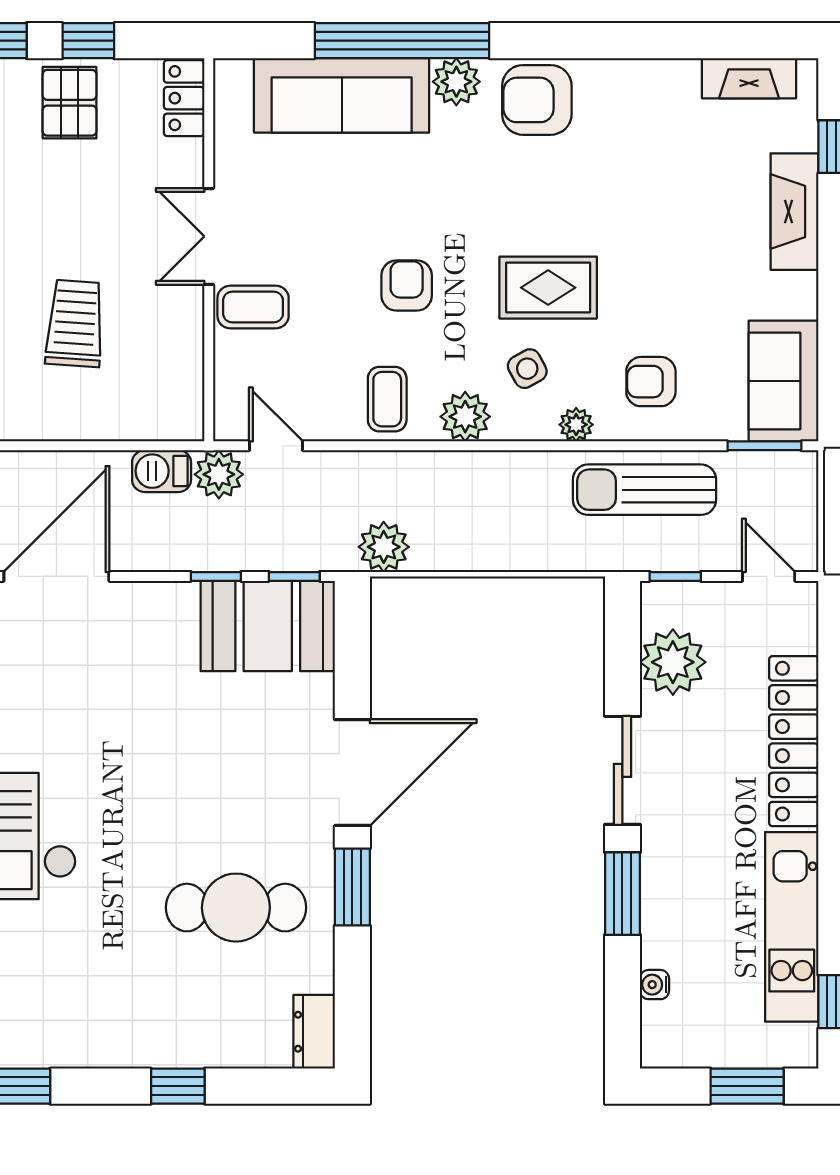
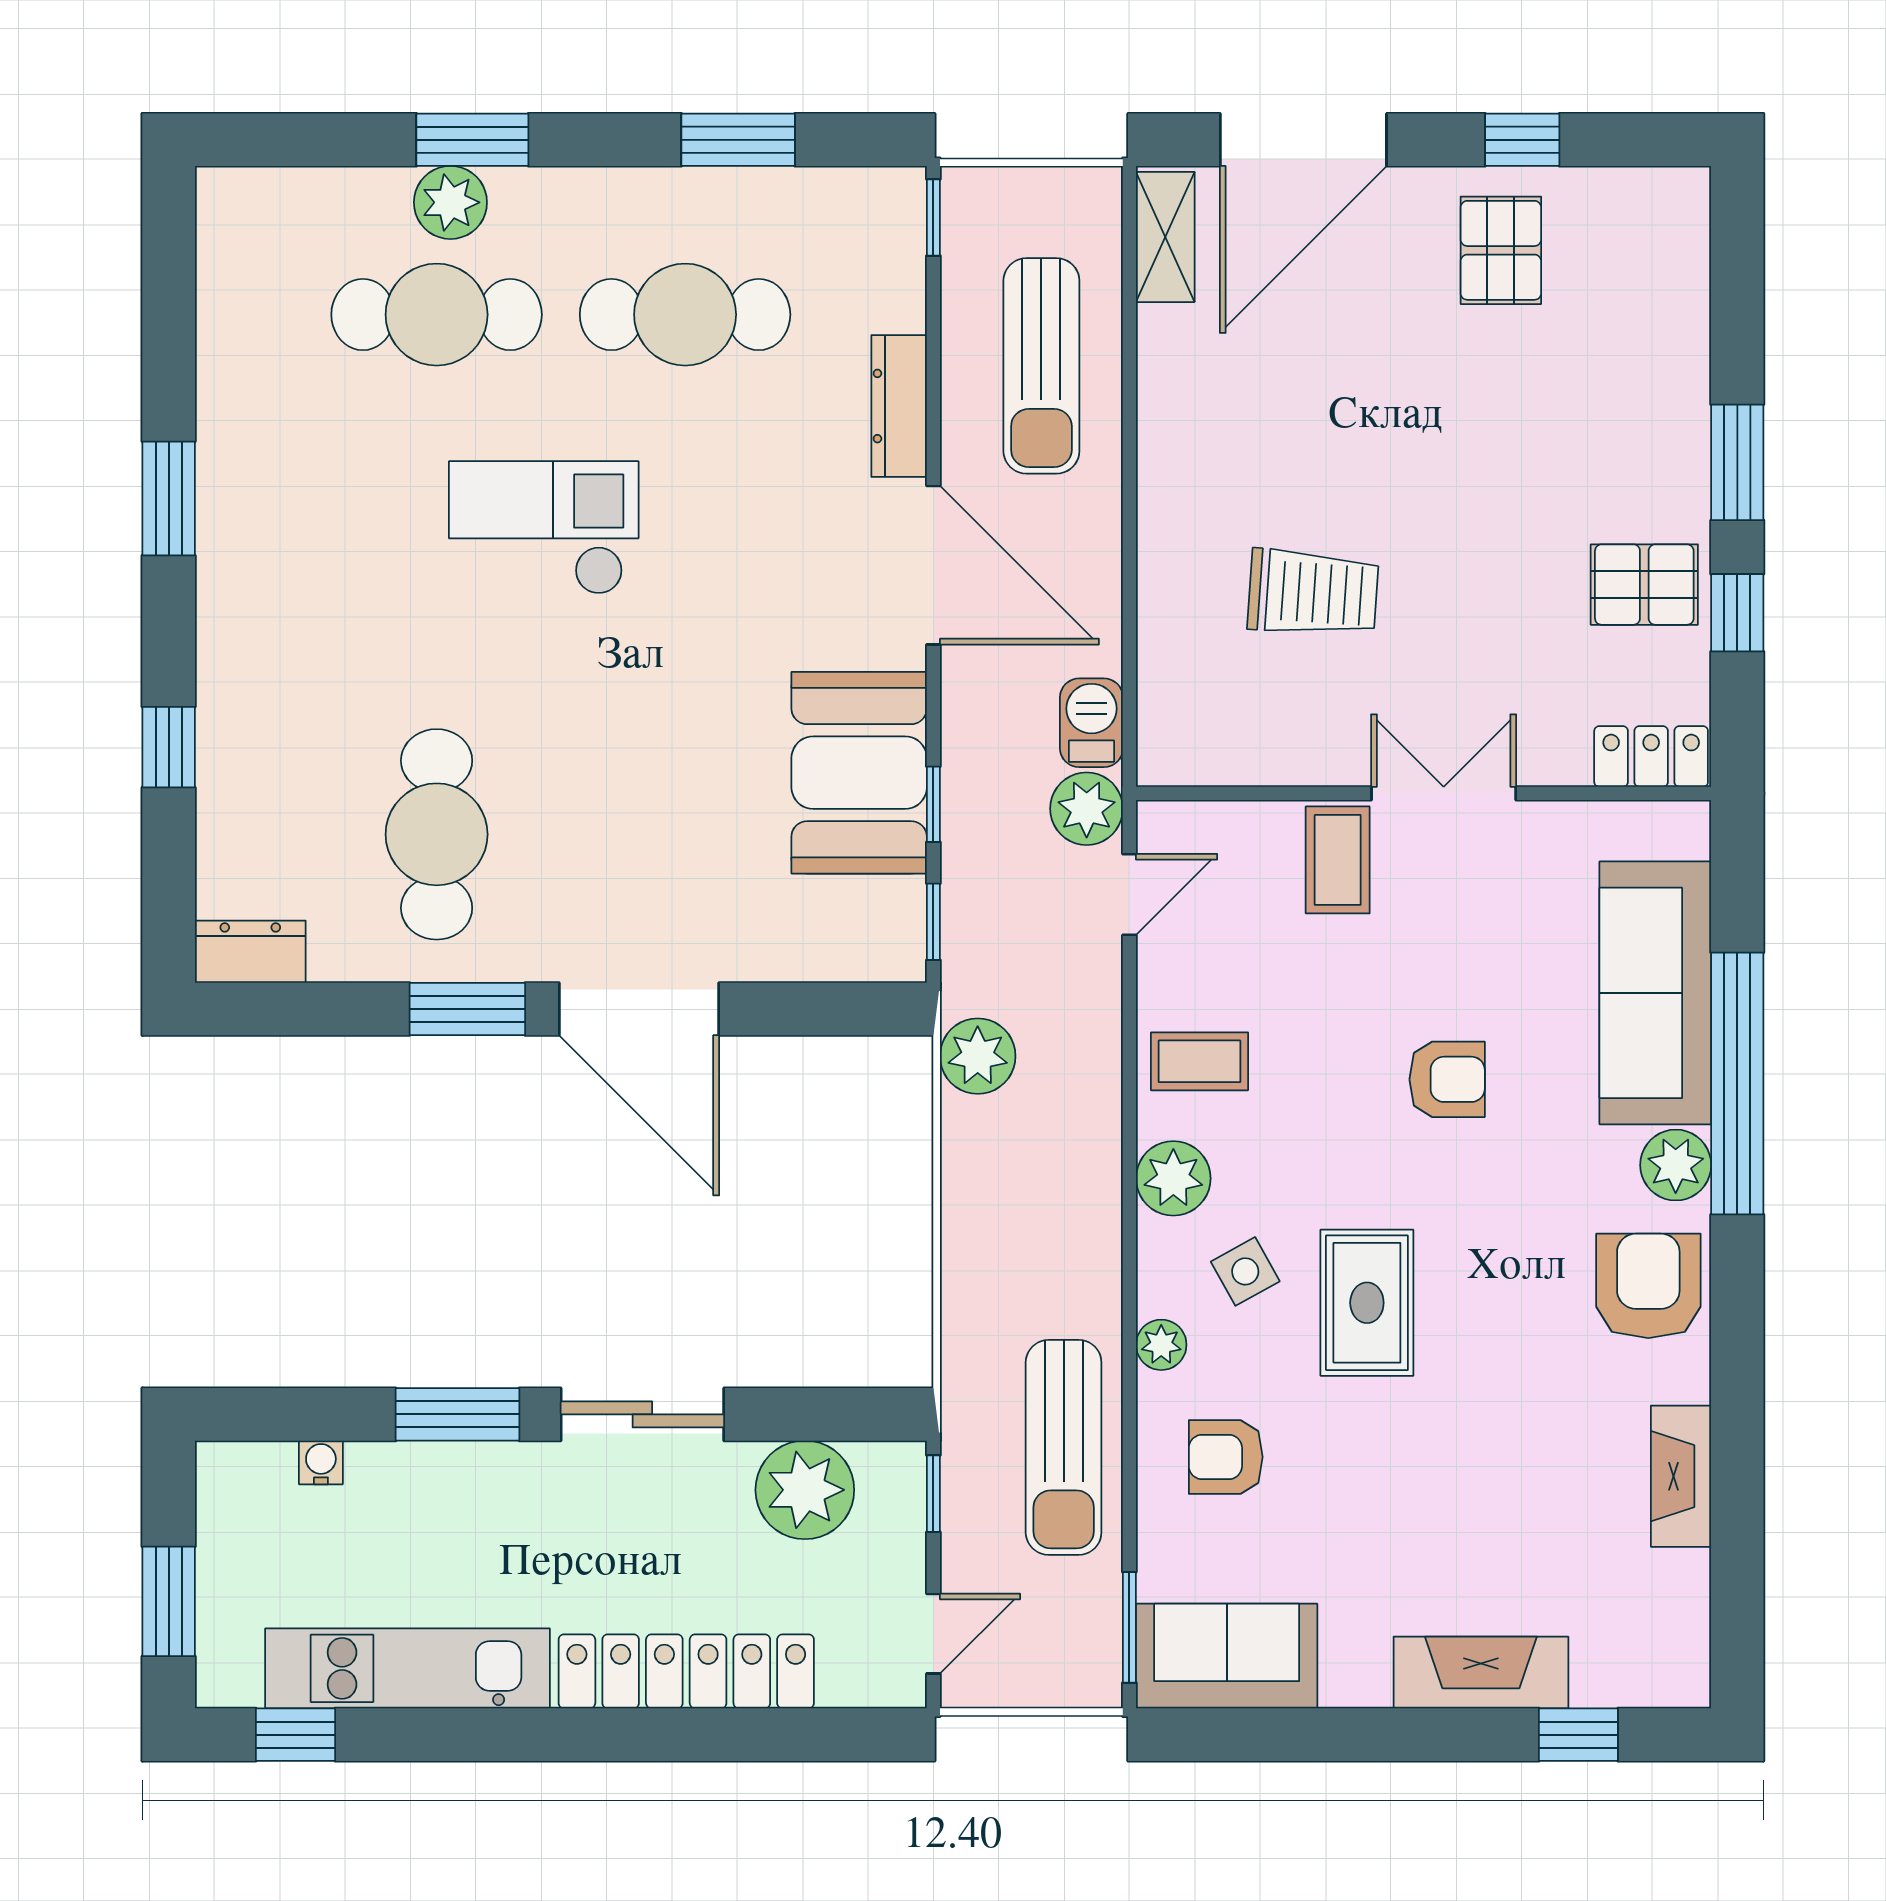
fireplace: (749, 78) -> (1681, 1476), moved
armchair: (407, 286) -> (1447, 1079), moved
armchair: (651, 382) -> (1226, 1457), turned -90
sun lounger: (644, 490) -> (1064, 1447), turned 180
booth: (268, 626) -> (859, 773), moved

